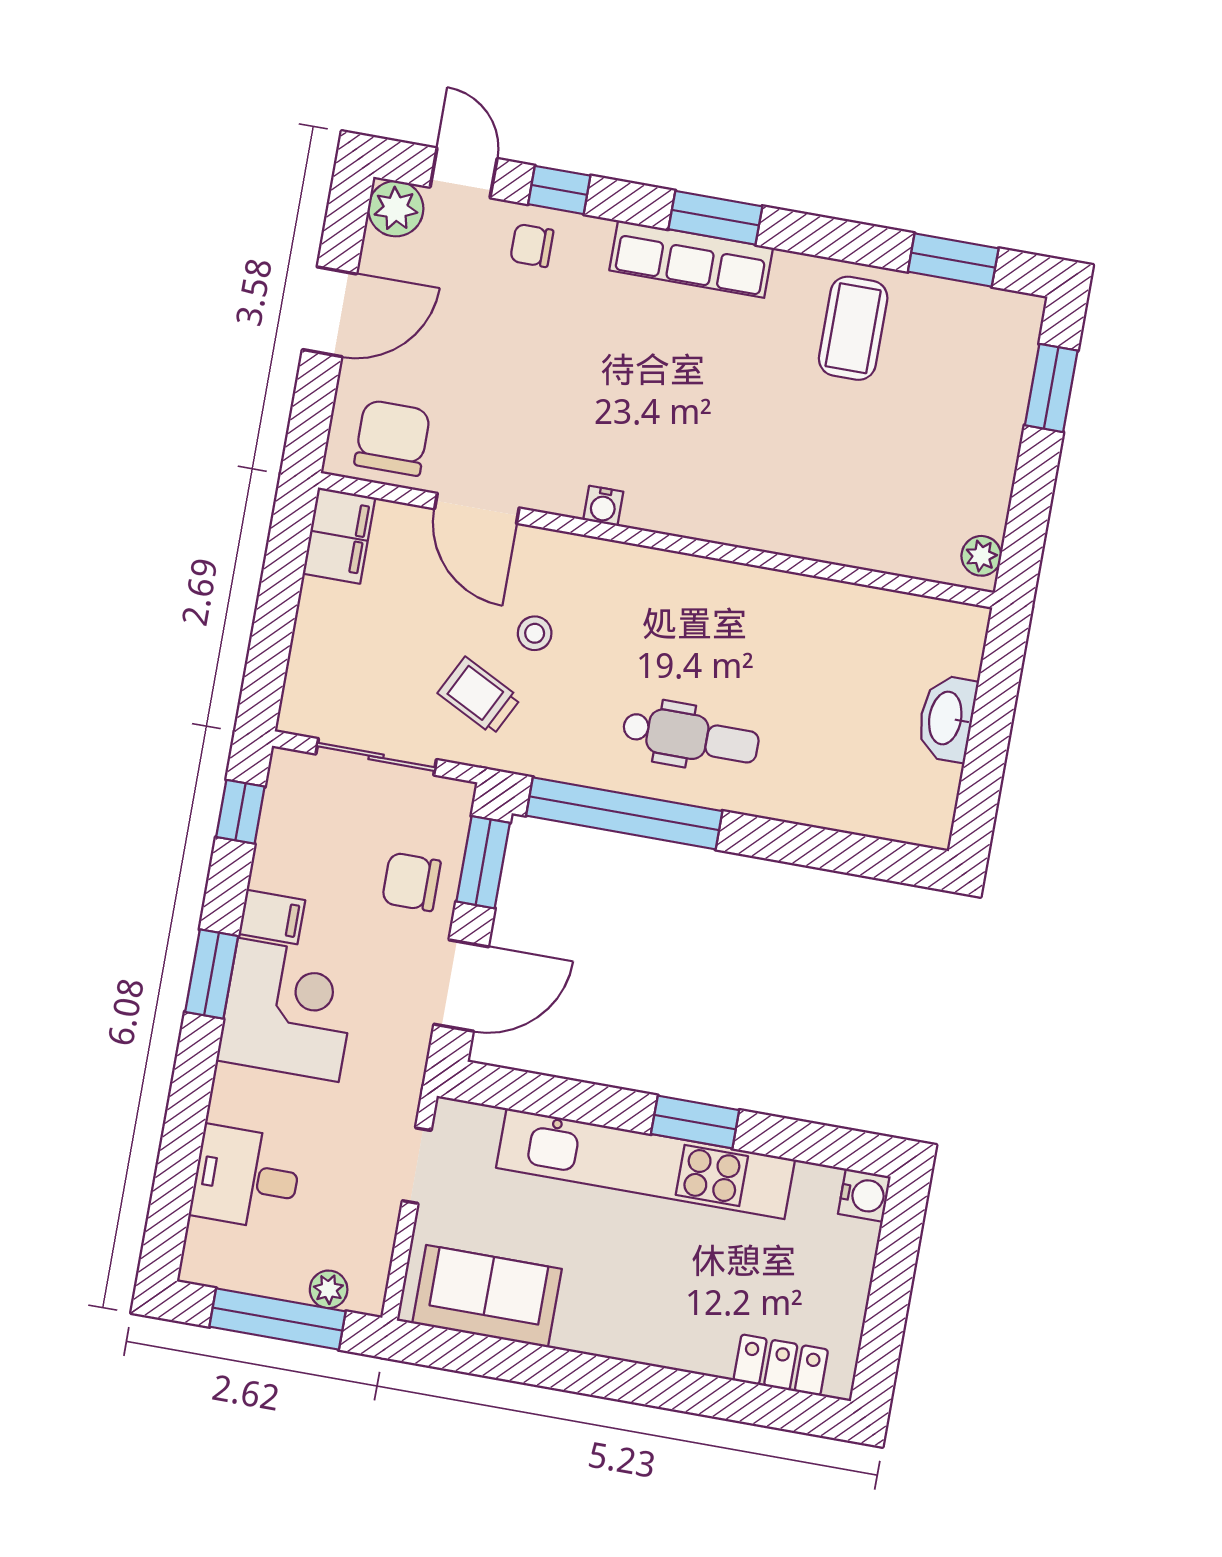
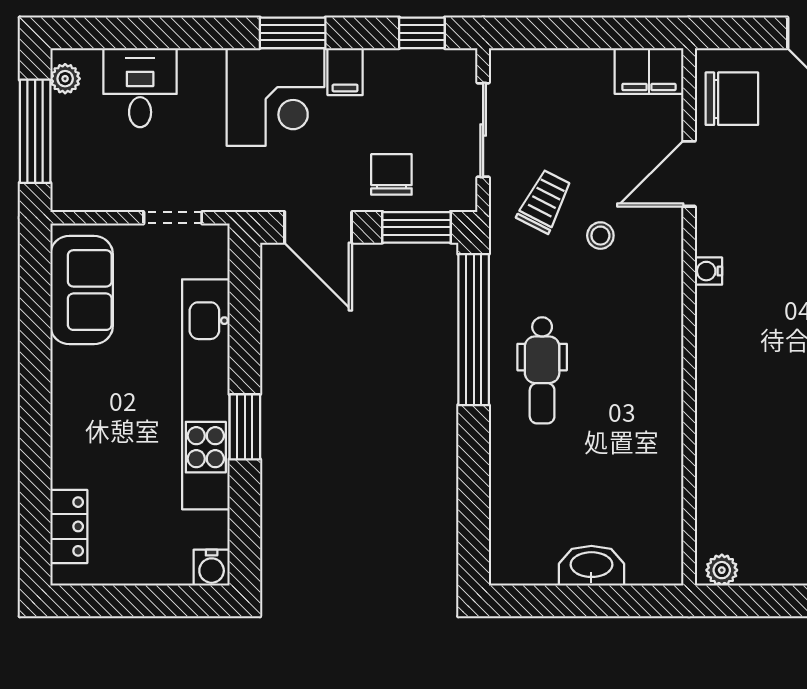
plant: (329, 1289) -> (65, 79), moved

